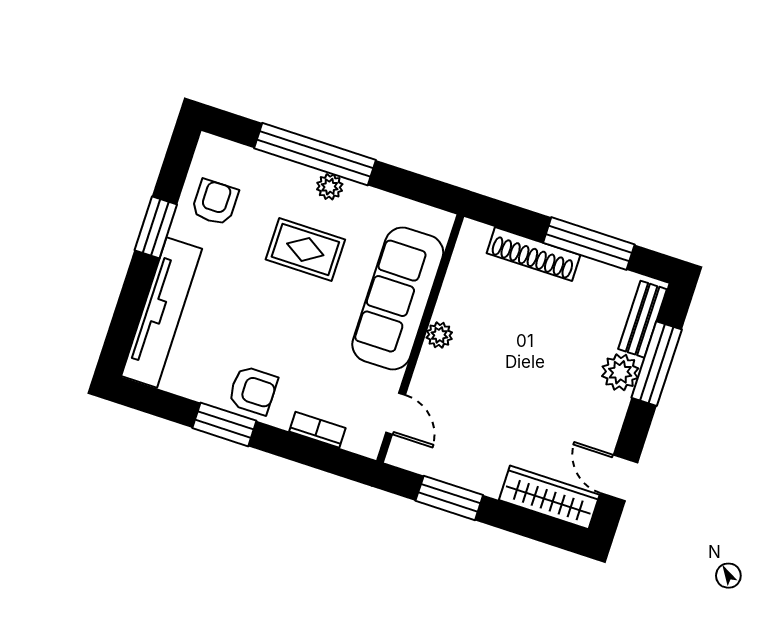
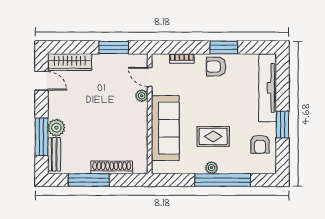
plant: (439, 335) -> (142, 96), moved

